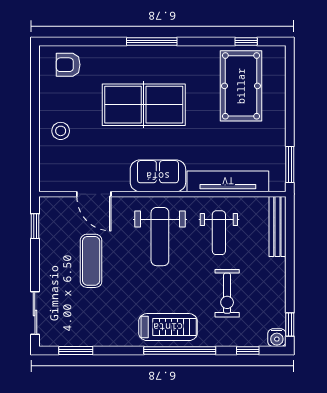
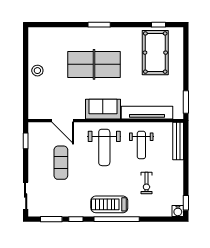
window: (152, 42) -> (99, 25), width x0.69
armchair: (68, 65) -> (46, 39), removed
stool: (61, 131) -> (37, 71), moved
exercise bike: (227, 293) -> (146, 183), width x0.73, depth x0.72
treadmill: (168, 327) -> (109, 204), turned 180
window: (248, 351) -> (76, 219), moved

